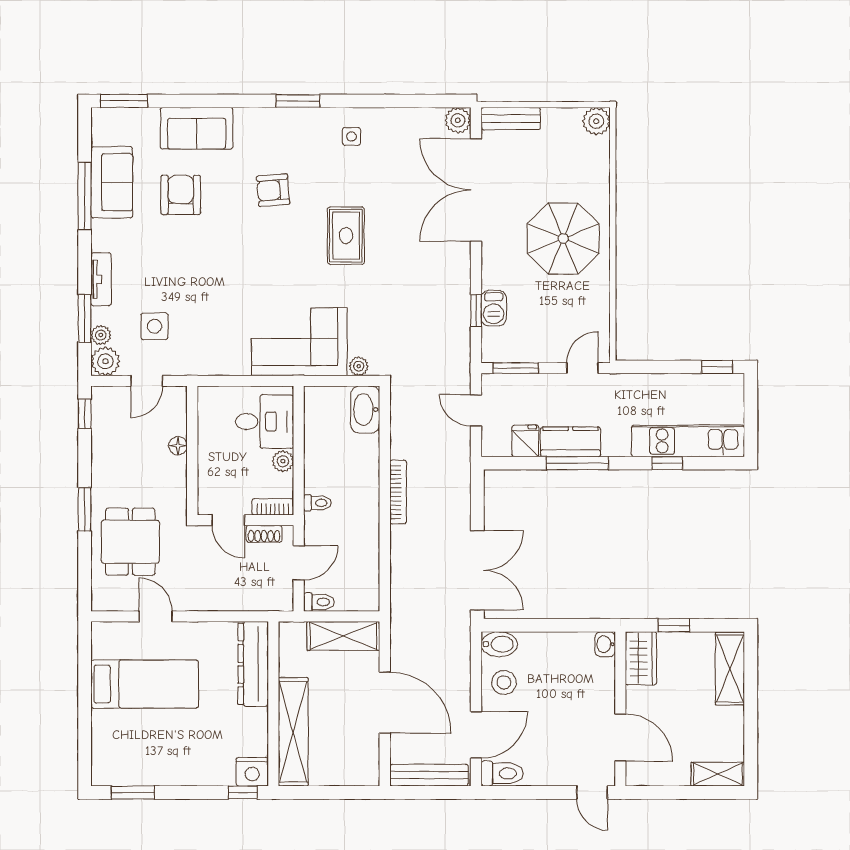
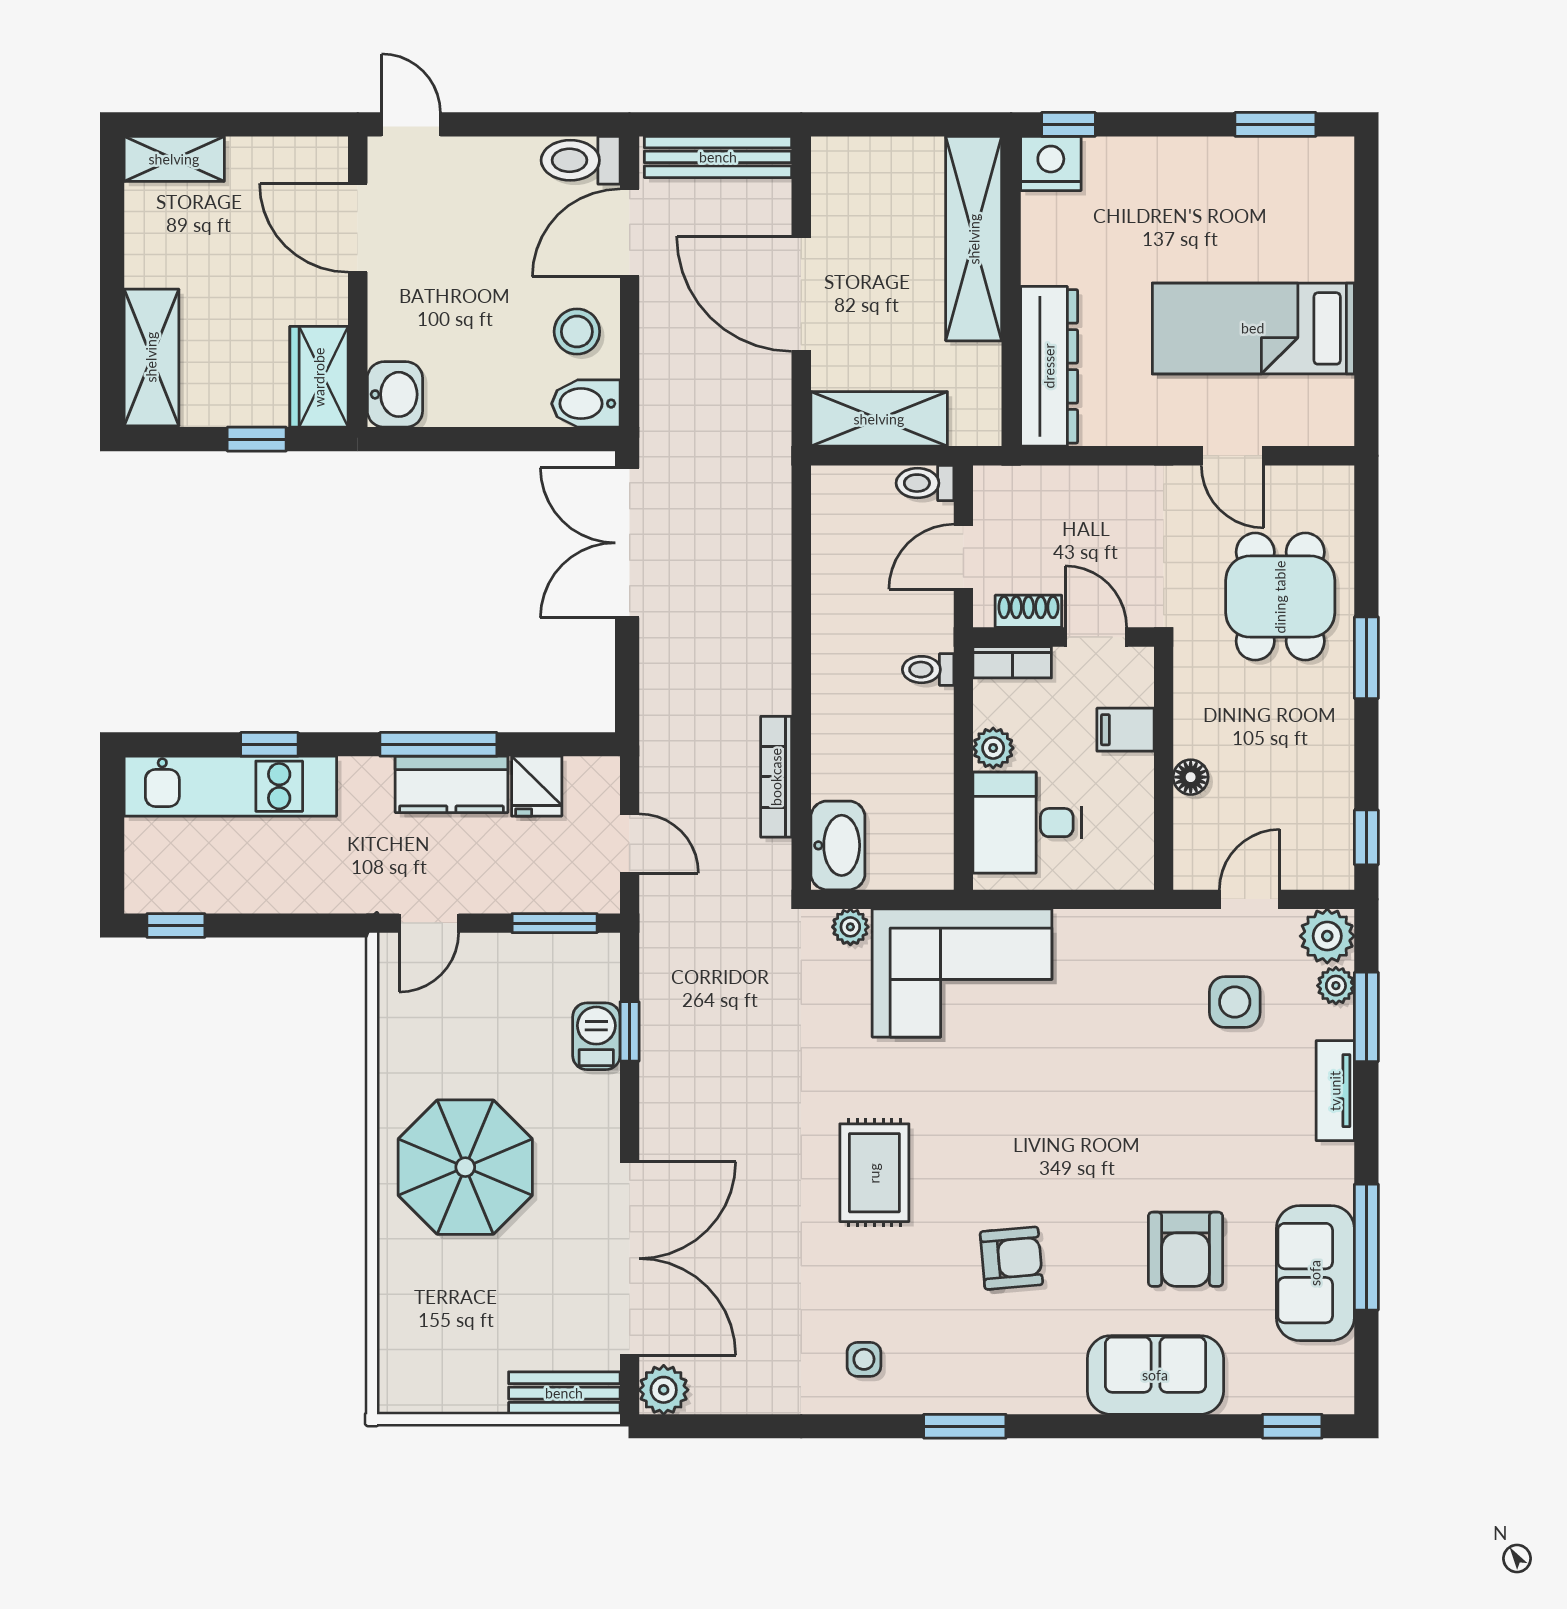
window: (124, 101) -> (1292, 1426), width x0.67
plant: (596, 121) -> (403, 1388), removed
filing cabinet: (213, 471) -> (1126, 730), added
bookcase: (398, 492) -> (776, 777), moved
washbasin: (605, 644) -> (395, 394), width x1.38, depth x1.45

